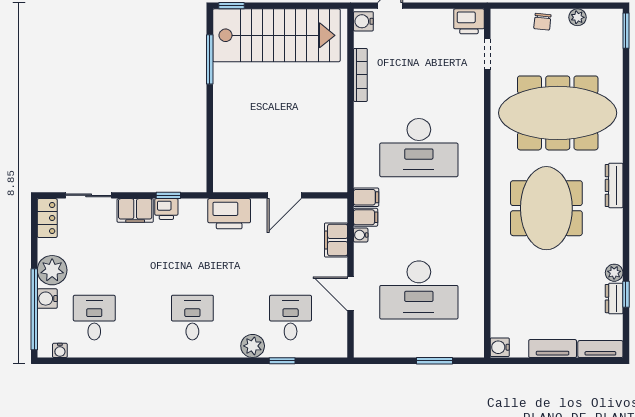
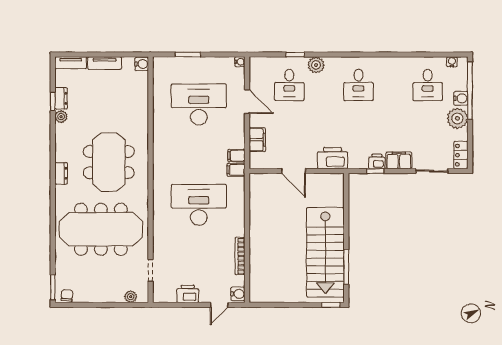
plant: (578, 17) -> (131, 297), moved
printer: (469, 21) -> (188, 294), moved
chair: (542, 22) -> (67, 295), moved
stairs: (276, 35) -> (325, 252), moved, turned -90
dresser: (614, 185) -> (61, 173), width x0.70
door: (284, 195) -> (294, 171), swing flipped
water cooler: (361, 235) -> (240, 62), moved

